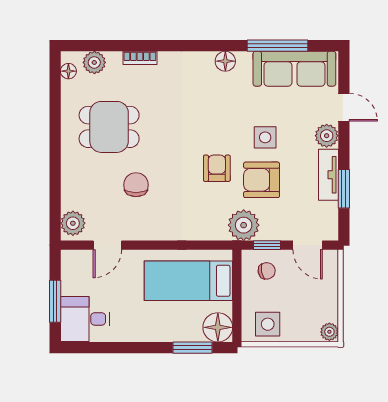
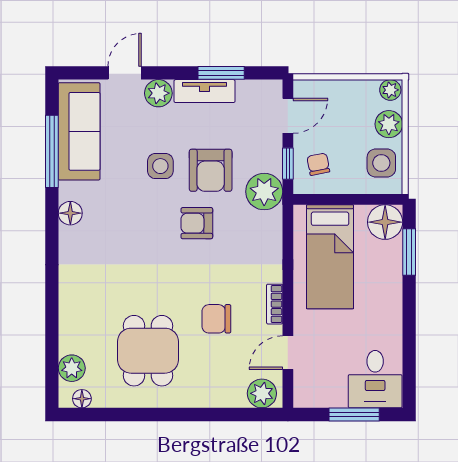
bookcase: (140, 58) -> (275, 304), moved, turned 180
door: (107, 245) -> (288, 353), swing flipped
plant: (301, 331) -> (389, 124), added

